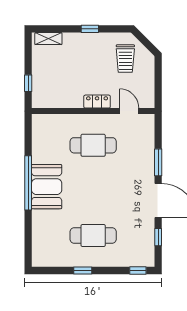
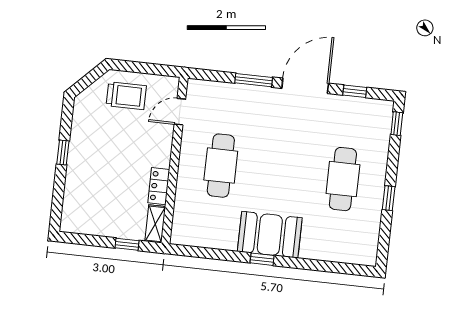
shelving: (48, 39) -> (155, 224), moved
trolley: (125, 59) -> (126, 96), moved
locker: (97, 102) -> (159, 186), moved
window: (28, 183) -> (262, 259), width x0.32

